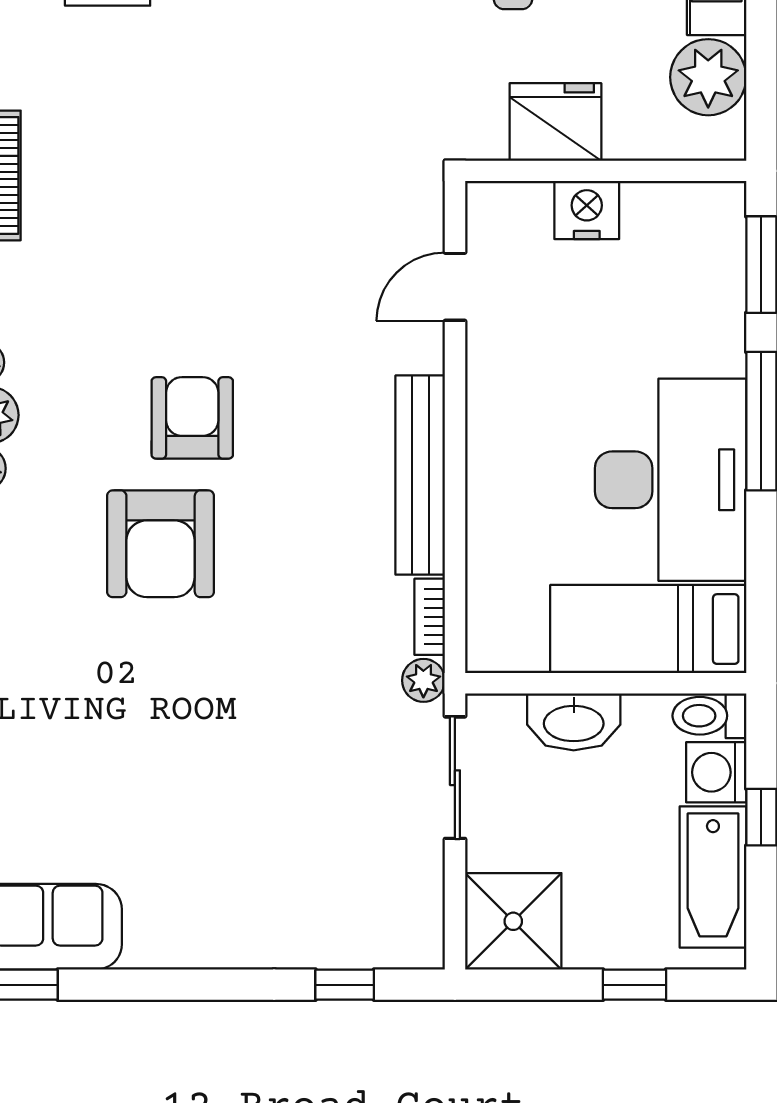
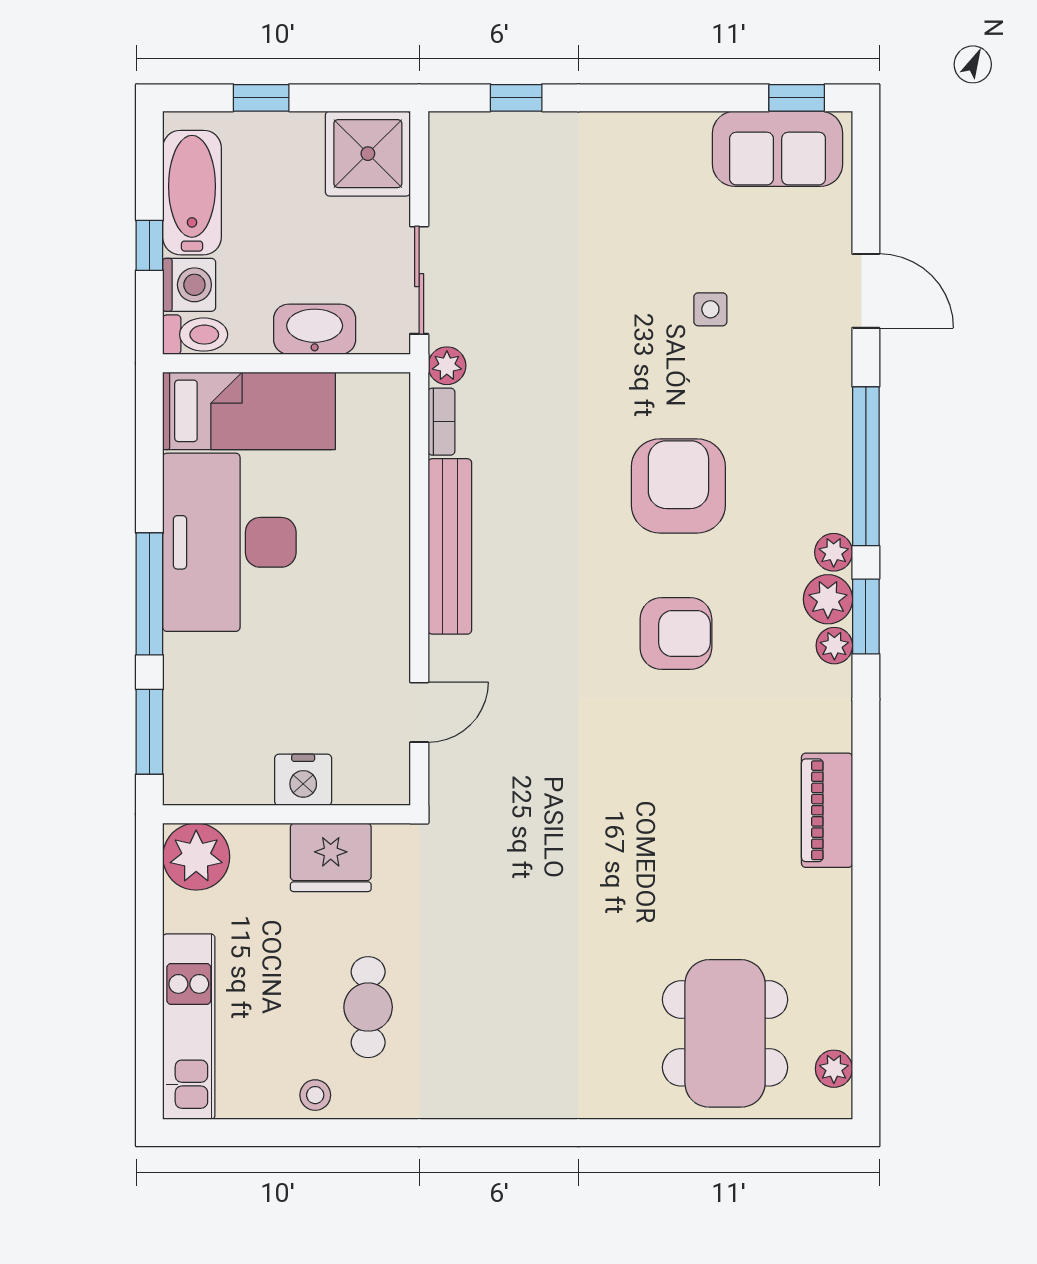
plant: (708, 77) -> (196, 857), moved
armchair: (192, 418) -> (676, 633), moved, turned -90
side table: (124, 744) -> (710, 309), added

